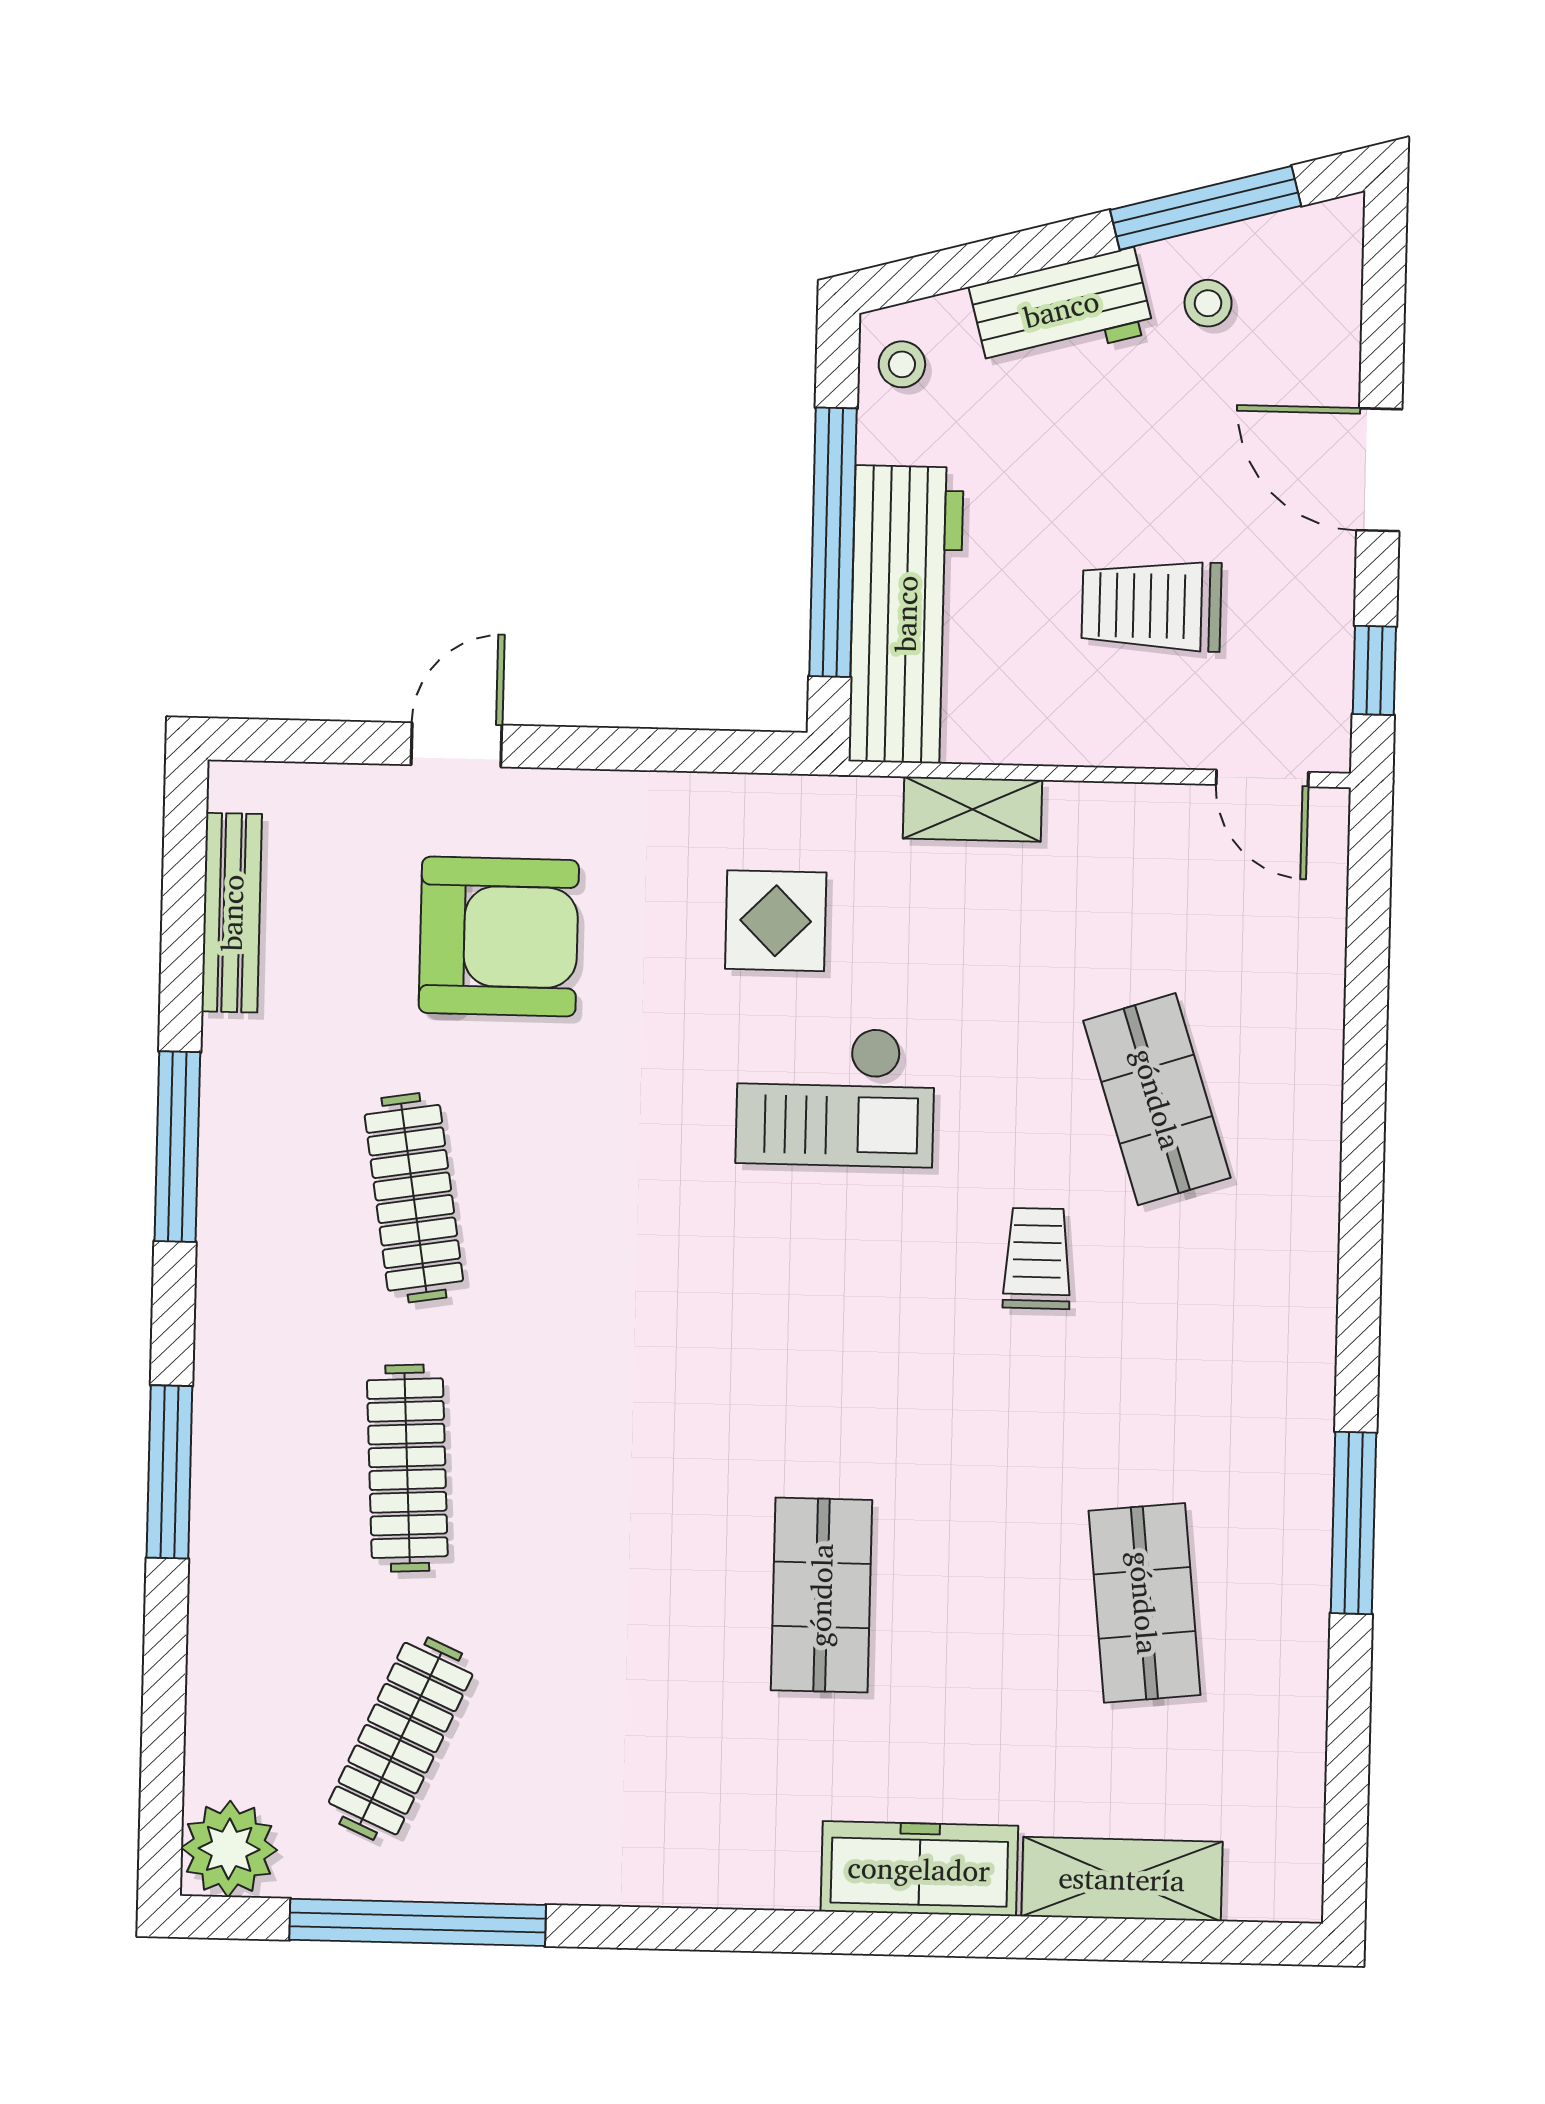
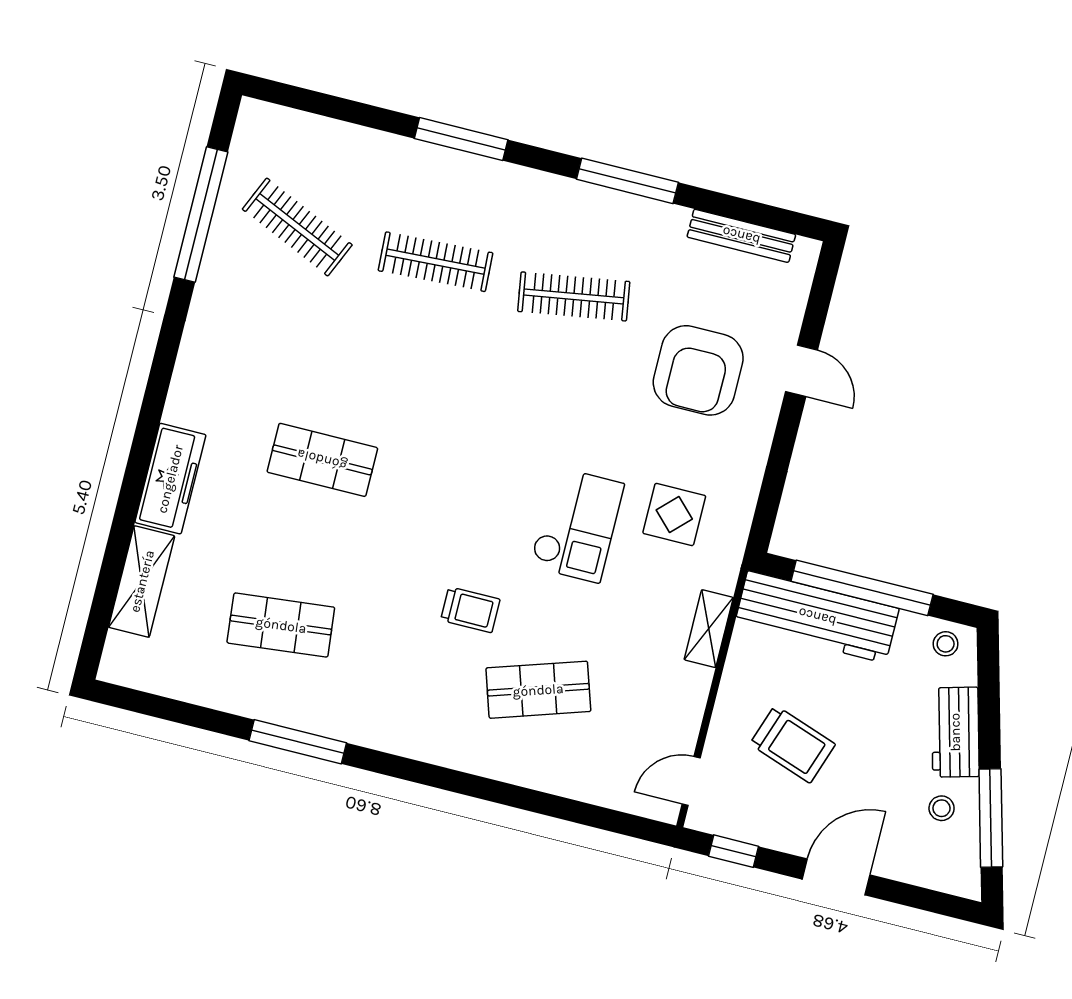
trolley: (1152, 606) -> (792, 744), turned 109
checkout: (835, 1096) -> (577, 525), turned 180
plant: (229, 1849) -> (260, 126), removed

